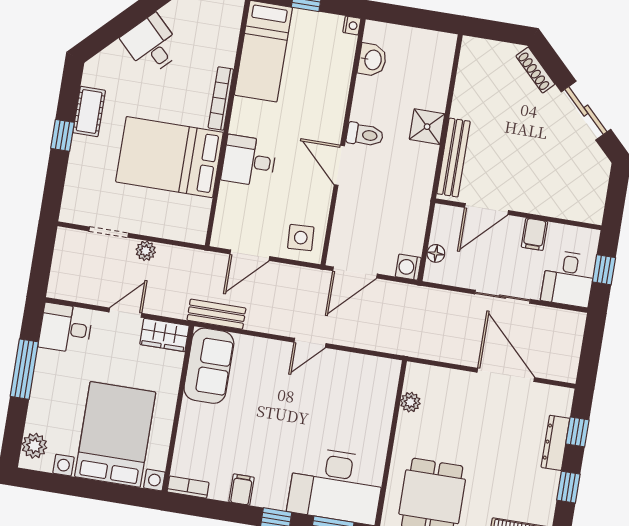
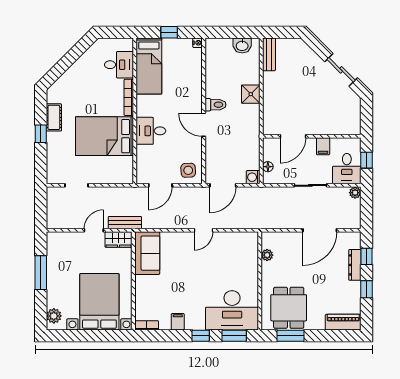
desk: (152, 45) -> (119, 65), moved, turned 135
washbasin: (372, 60) -> (242, 45), moved, turned 90
shoe rack: (535, 70) -> (308, 51), removed
bench: (454, 158) -> (269, 54), moved, width x0.73
plant: (146, 251) -> (355, 193), moved
bench: (216, 314) -> (125, 223), moved
desk: (66, 328) -> (61, 245), removed
door: (506, 375) -> (320, 230), swing flipped

